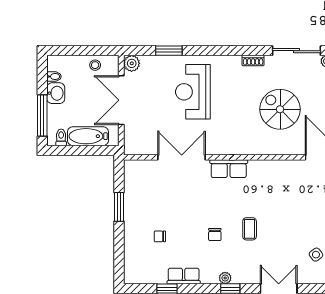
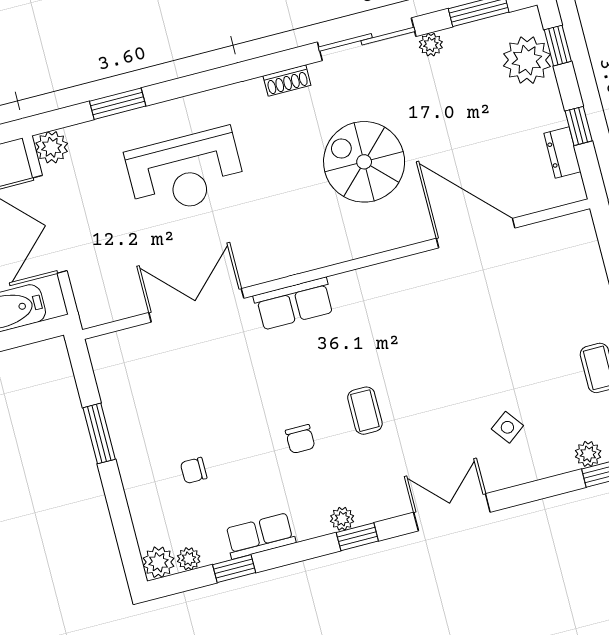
reception desk: (193, 92) -> (185, 172), turned -90
plant: (131, 276) -> (158, 562), added
plant: (146, 278) -> (189, 559), added

